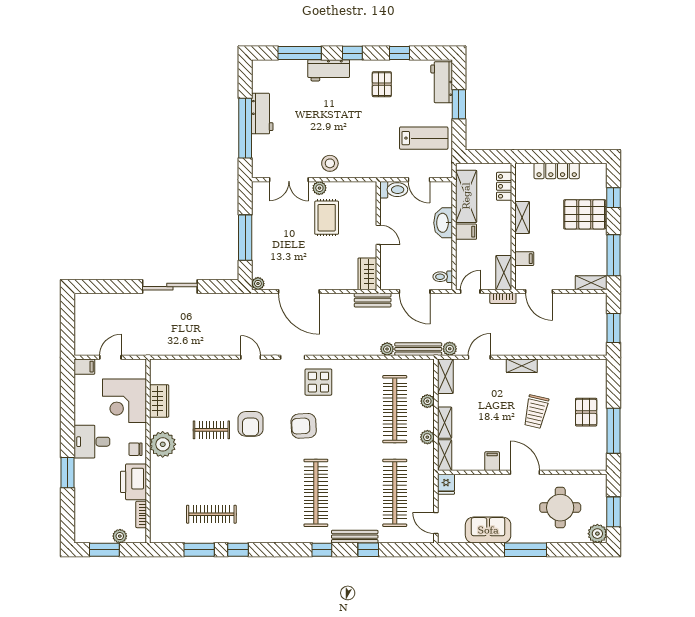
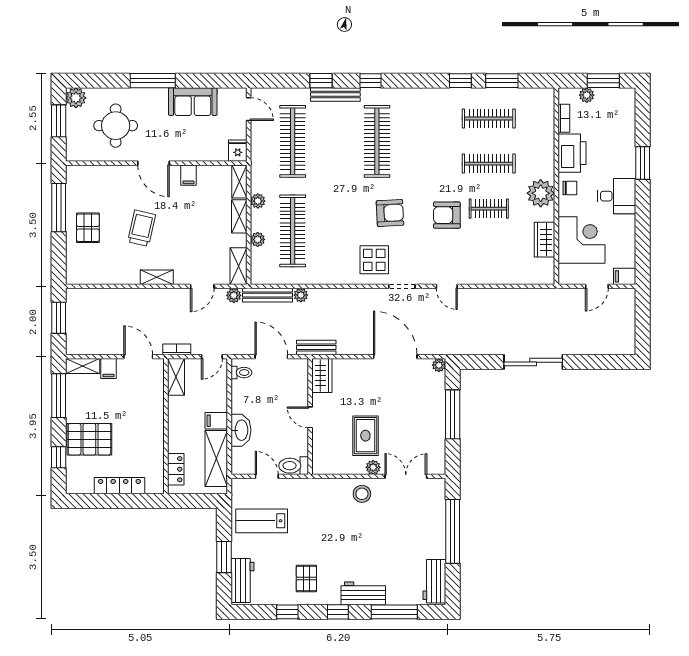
workbench: (262, 114) -> (434, 581), moved
shelving: (522, 217) -> (156, 436), removed
filing cabinet: (524, 259) -> (108, 369), moved, turned -90
armchair: (250, 424) -> (447, 215), turned -90
clothes rail: (211, 472) -> (489, 164), added

